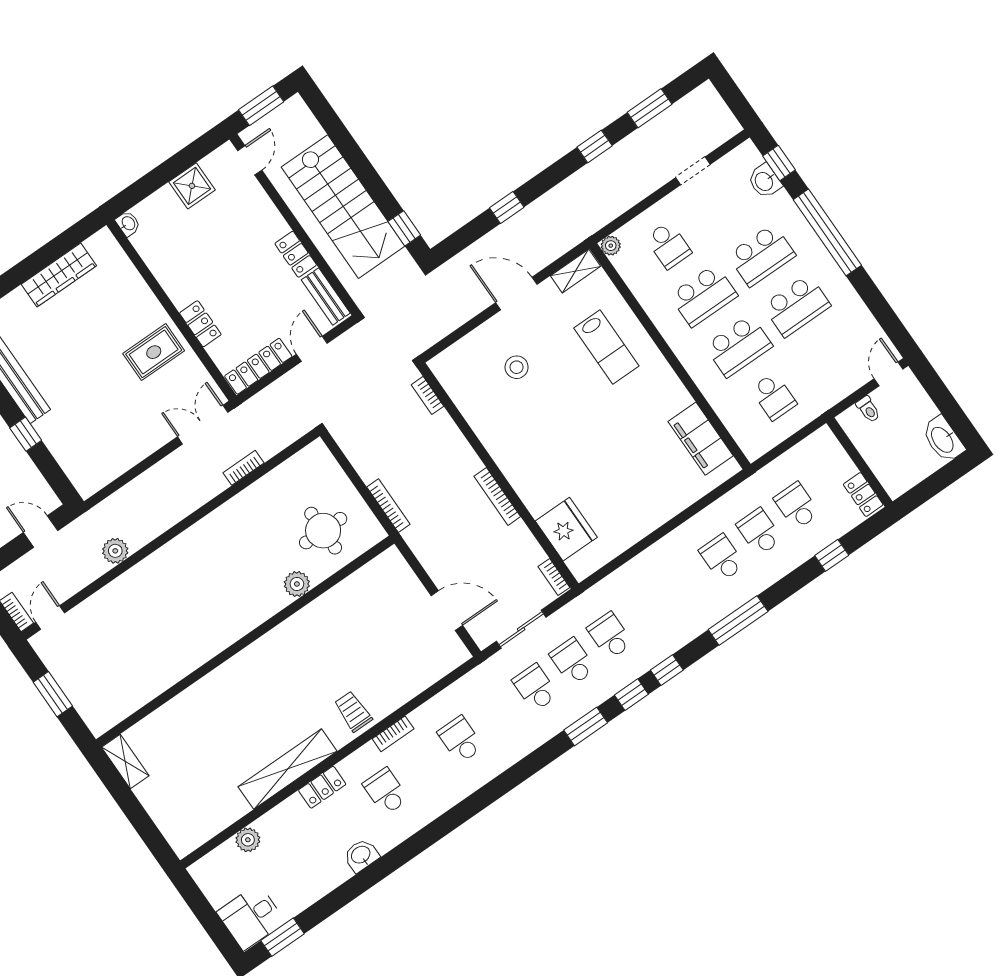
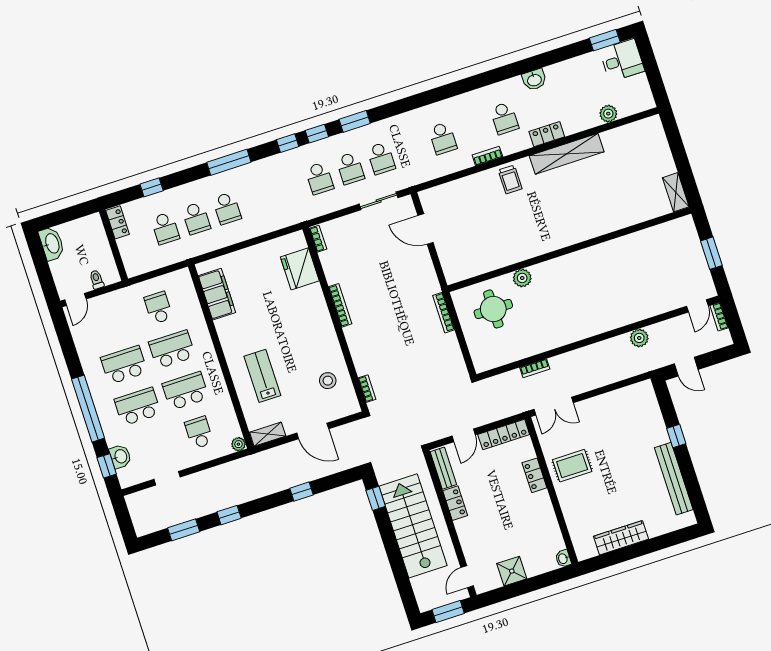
bookcase: (427, 395) -> (367, 389), moved
wall: (498, 476) -> (335, 319), moved
bookcase: (497, 496) -> (340, 305), moved
fridge: (566, 529) -> (300, 269), moved
bookcase: (554, 577) -> (318, 239), moved

